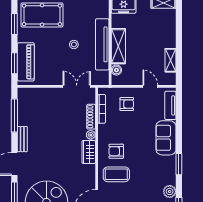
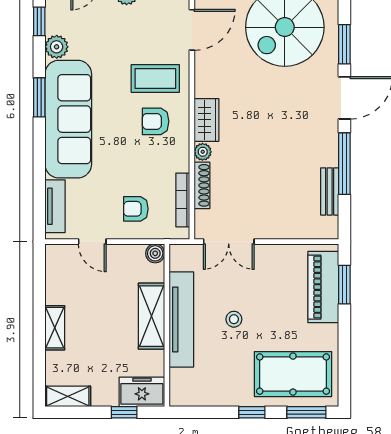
window: (14, 24) -> (344, 357), removed
shelving: (171, 60) -> (55, 328), moved
boiler: (116, 70) -> (155, 253), moved
window: (14, 116) -> (344, 164), moved
sofa: (166, 138) -> (68, 119), width x1.85, depth x1.27
bench: (22, 139) -> (330, 191), moved
armchair: (116, 151) -> (156, 121), turned 180

